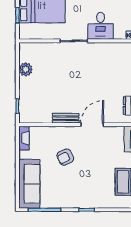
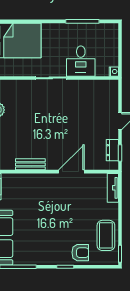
bench: (66, 118) -> (30, 164), moved
armchair: (65, 157) -> (80, 253), moved, turned -153

